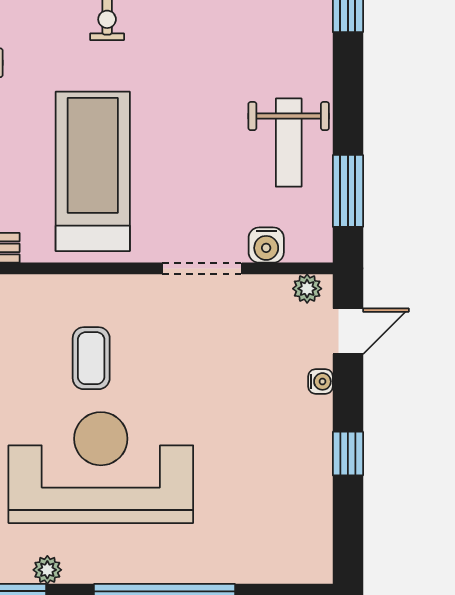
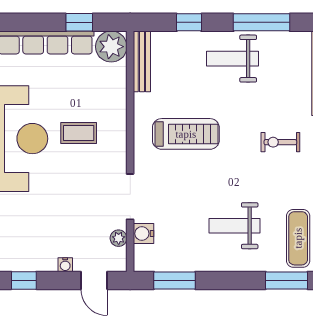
weight bench: (289, 143) -> (234, 226), moved
treadmill: (93, 171) -> (186, 134), width x0.73, depth x0.73
plant: (307, 289) -> (119, 238), moved

